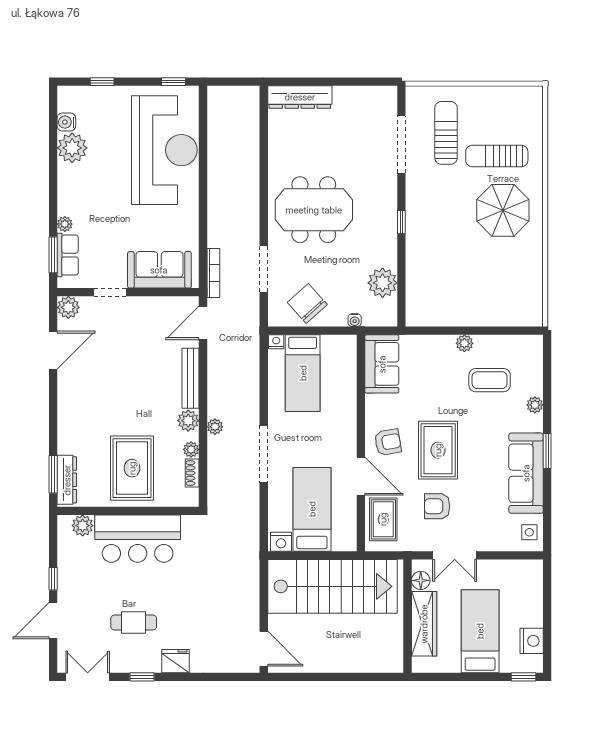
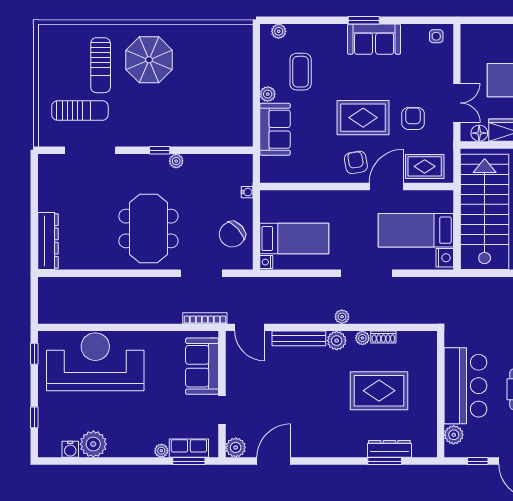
sun lounger: (446, 133) -> (80, 111), turned 180
plant: (383, 283) -> (176, 161), moved, width x0.53, depth x0.53
door: (53, 350) -> (274, 461), hinge flipped
sofa: (382, 364) -> (275, 129), moved, turned 90
plant: (535, 405) -> (279, 31), moved
sofa: (526, 473) -> (374, 39), width x0.73
armchair: (437, 506) -> (413, 119), turned 180
wall: (128, 511) -> (441, 394), moved
plant: (83, 526) -> (454, 435), moved
bar counter: (138, 539) -> (465, 386), moved

